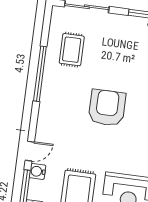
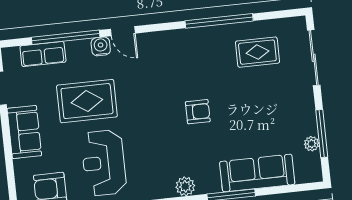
armchair: (107, 108) -> (198, 112), width x0.53, depth x0.53

